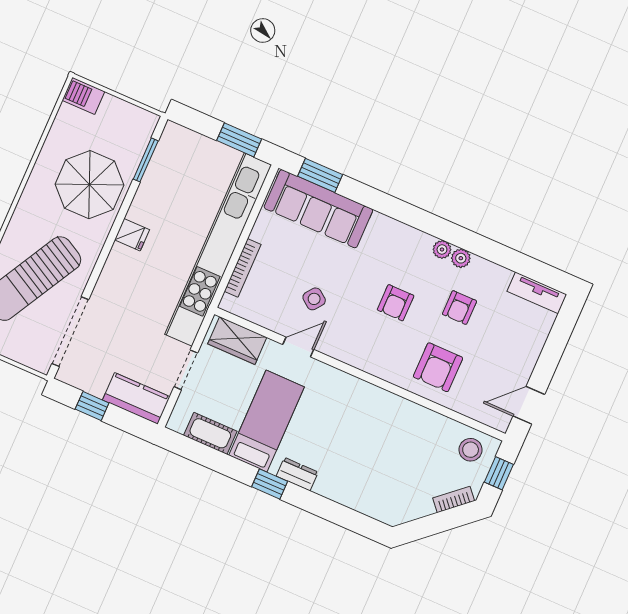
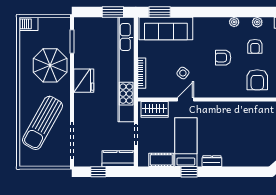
fridge: (132, 235) -> (84, 81), width x1.88, depth x1.34
plant: (461, 258) -> (257, 22), moved
armchair: (396, 303) -> (223, 58), turned 90
window: (270, 484) -> (189, 172), moved

